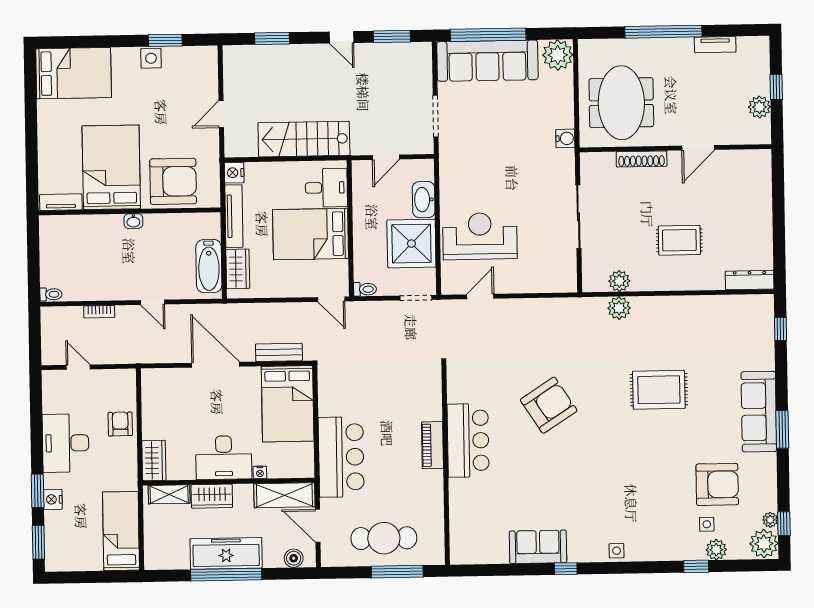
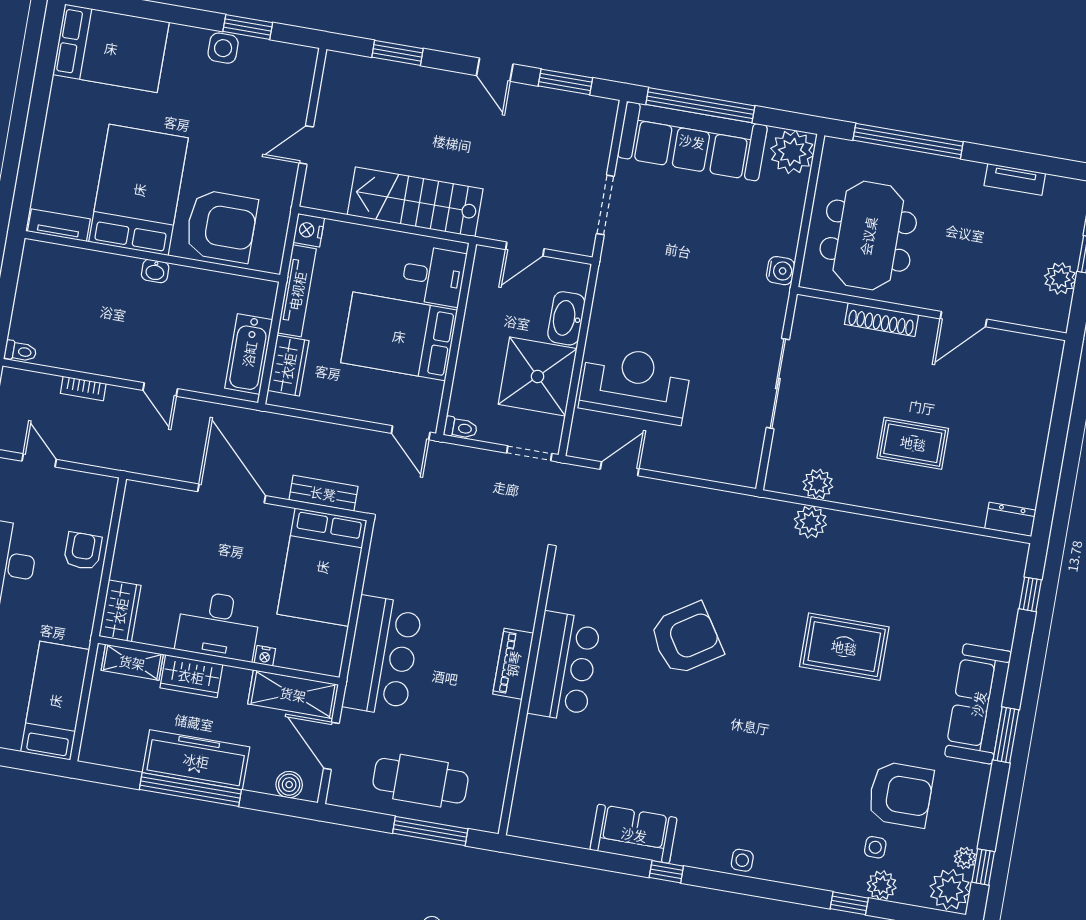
window: (663, 32) -> (908, 141), moved
dresser: (750, 280) -> (1010, 519), width x0.70

